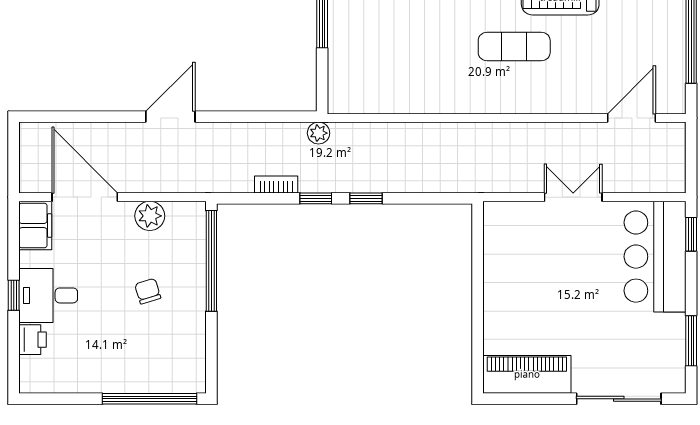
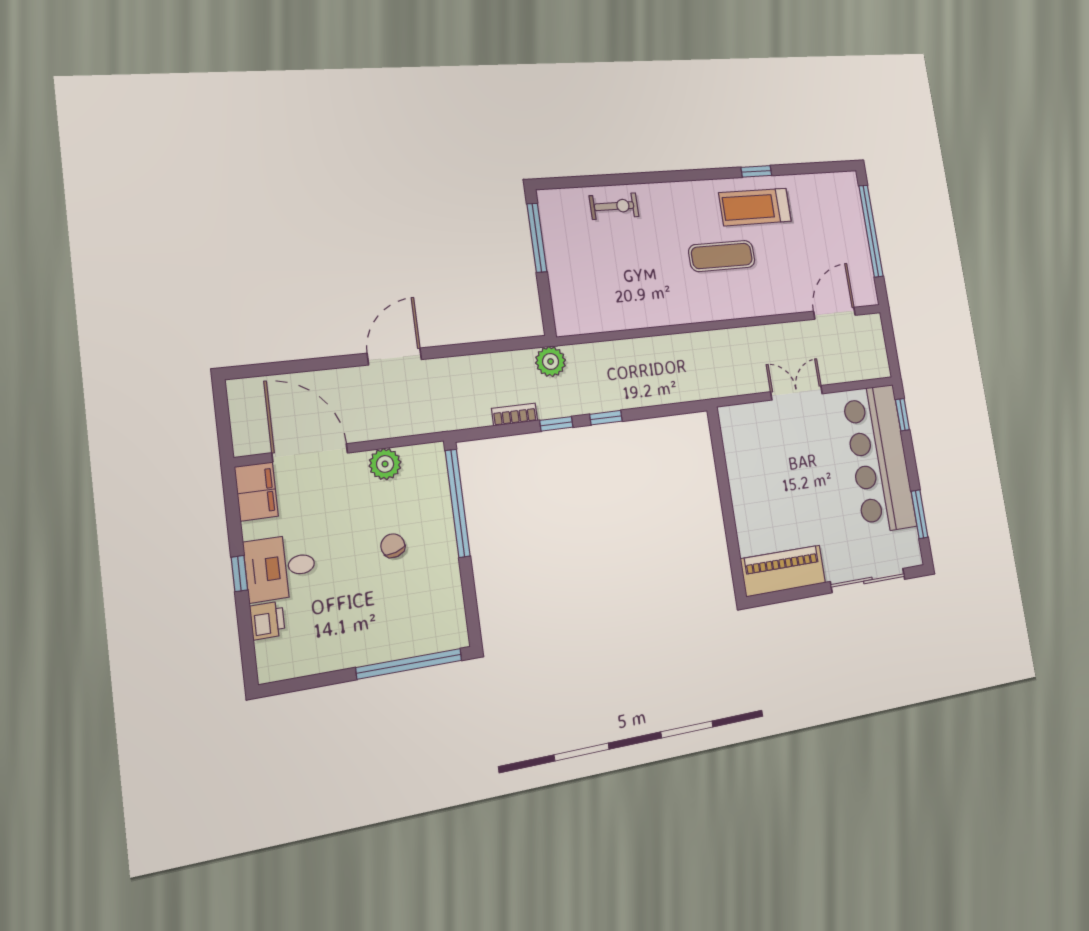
plant: (319, 133) -> (551, 362), width x1.38, depth x1.38
bar counter: (655, 257) -> (879, 459), width x1.36

